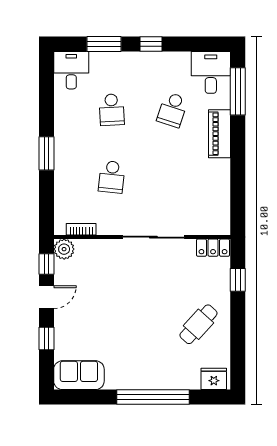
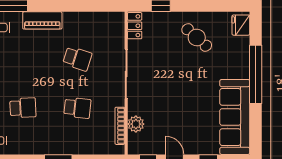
school desk: (172, 110) -> (77, 59), moved
bookcase: (81, 229) -> (120, 126), width x1.56
plant: (64, 249) -> (136, 124), moved
sofa: (79, 375) -> (235, 117), width x1.85, depth x1.27

